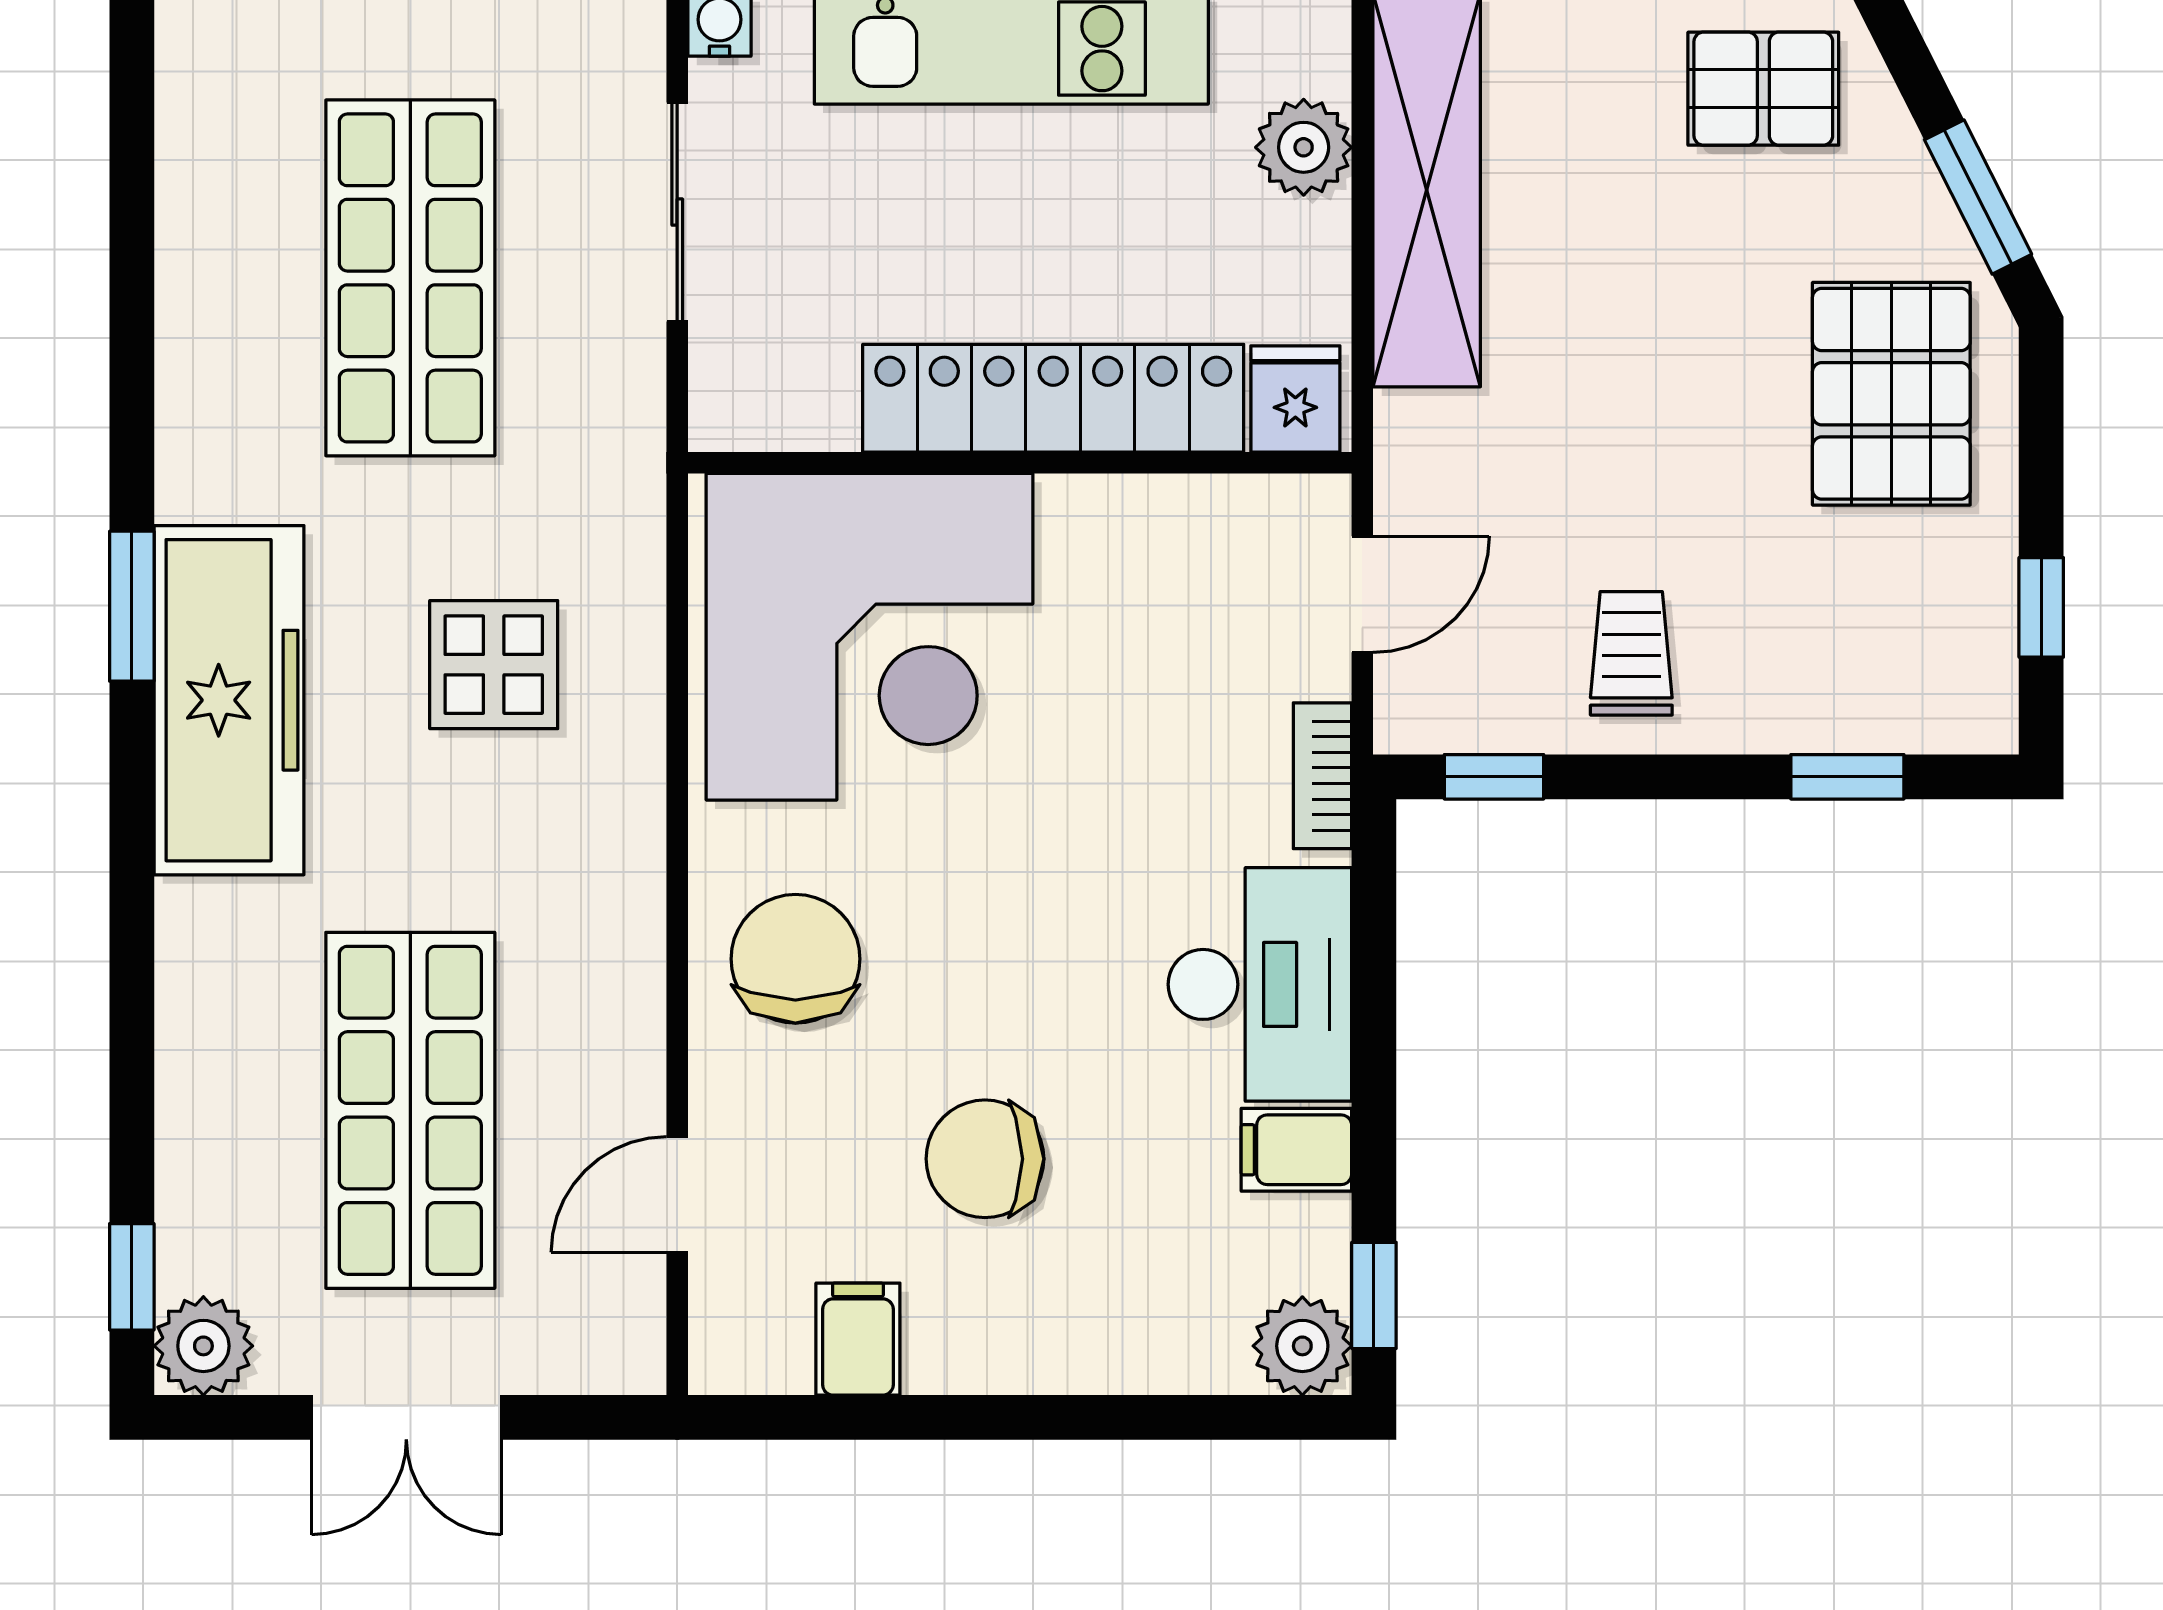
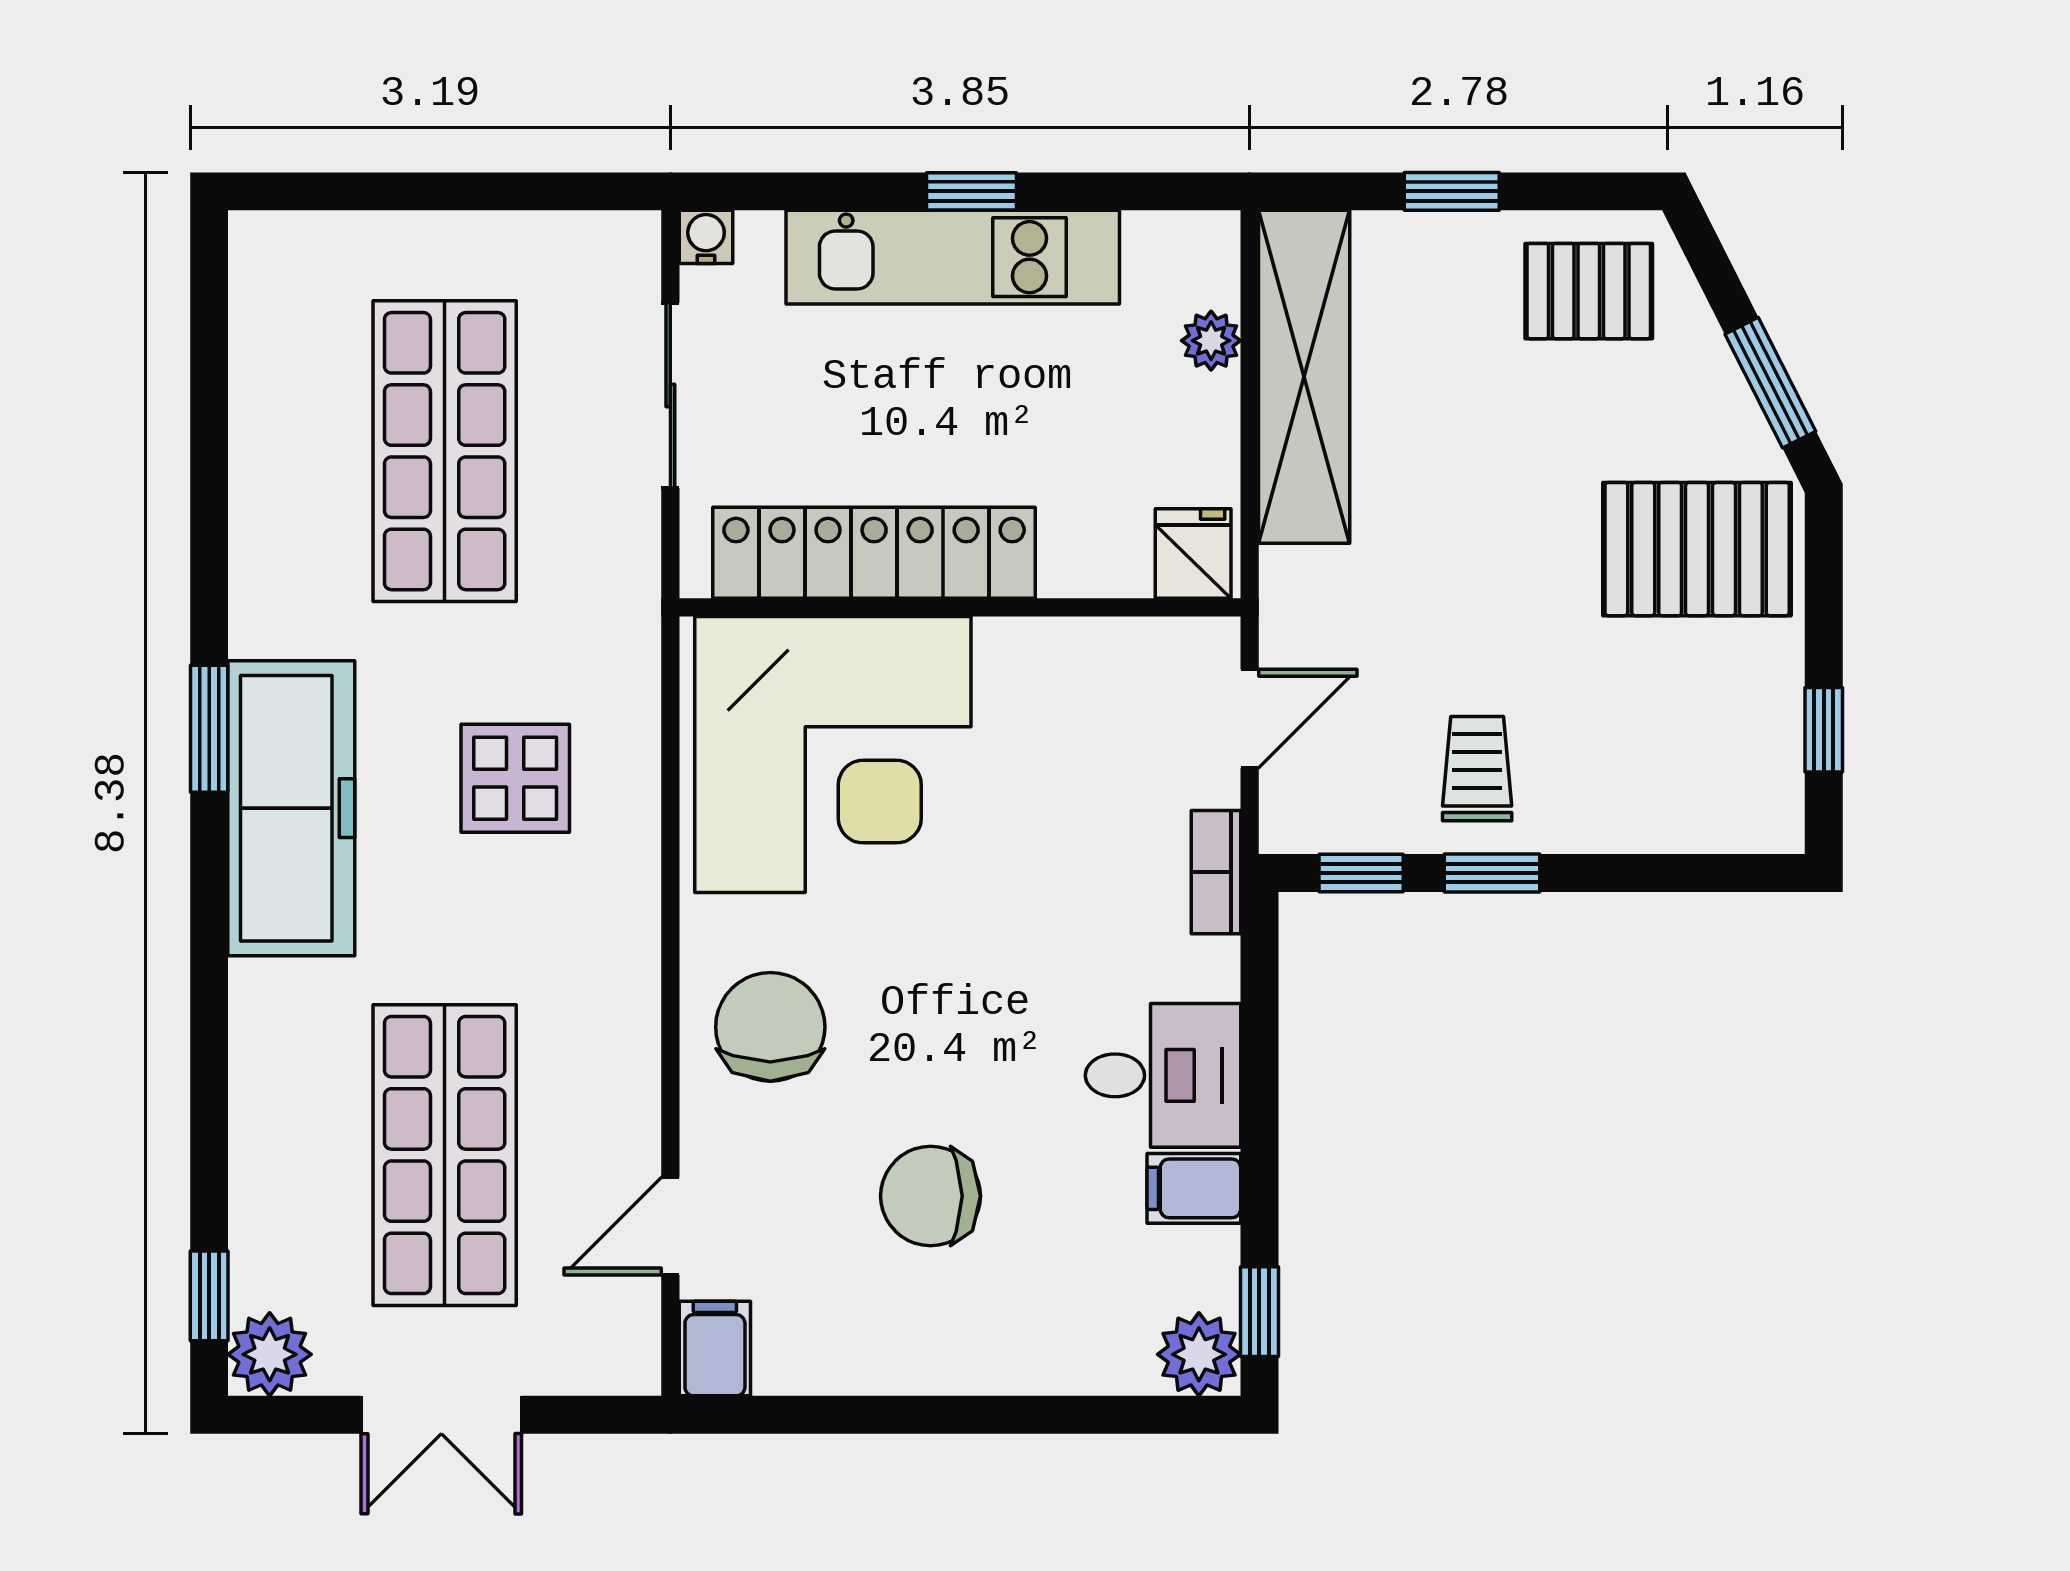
plant: (1304, 147) -> (1211, 341), width x0.73, depth x0.73
pallet: (1891, 394) -> (1697, 549), turned 90
locker: (1053, 398) -> (874, 553), moved
window: (1847, 777) -> (1492, 873), moved
desk: (1260, 984) -> (1163, 1075), width x0.73
filing cabinet: (858, 1339) -> (715, 1349), moved

